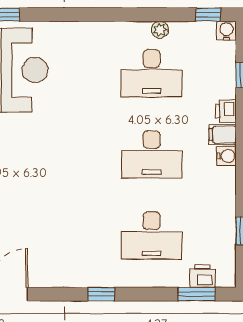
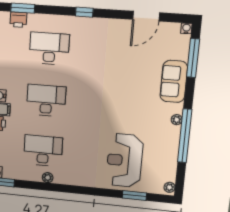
plant: (160, 30) -> (48, 178), moved

